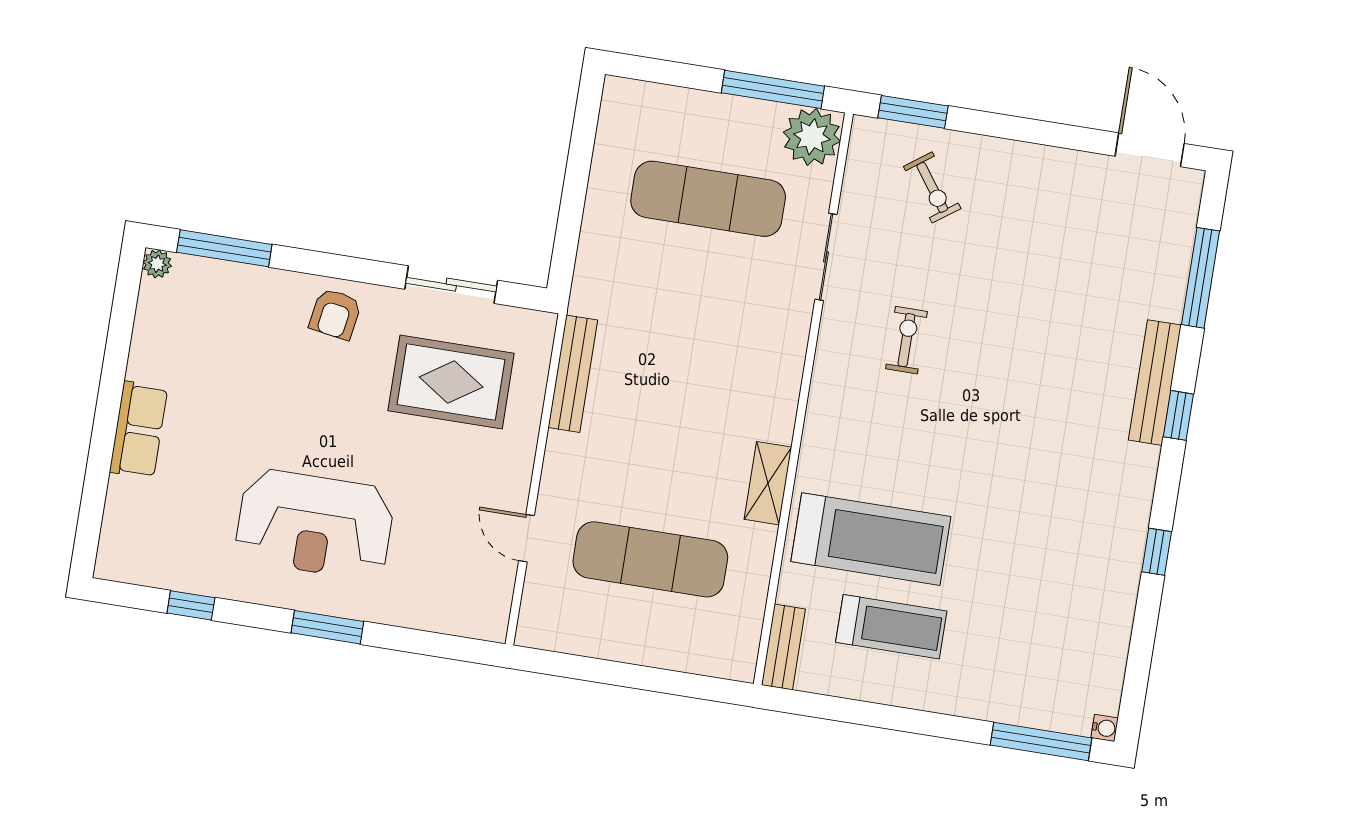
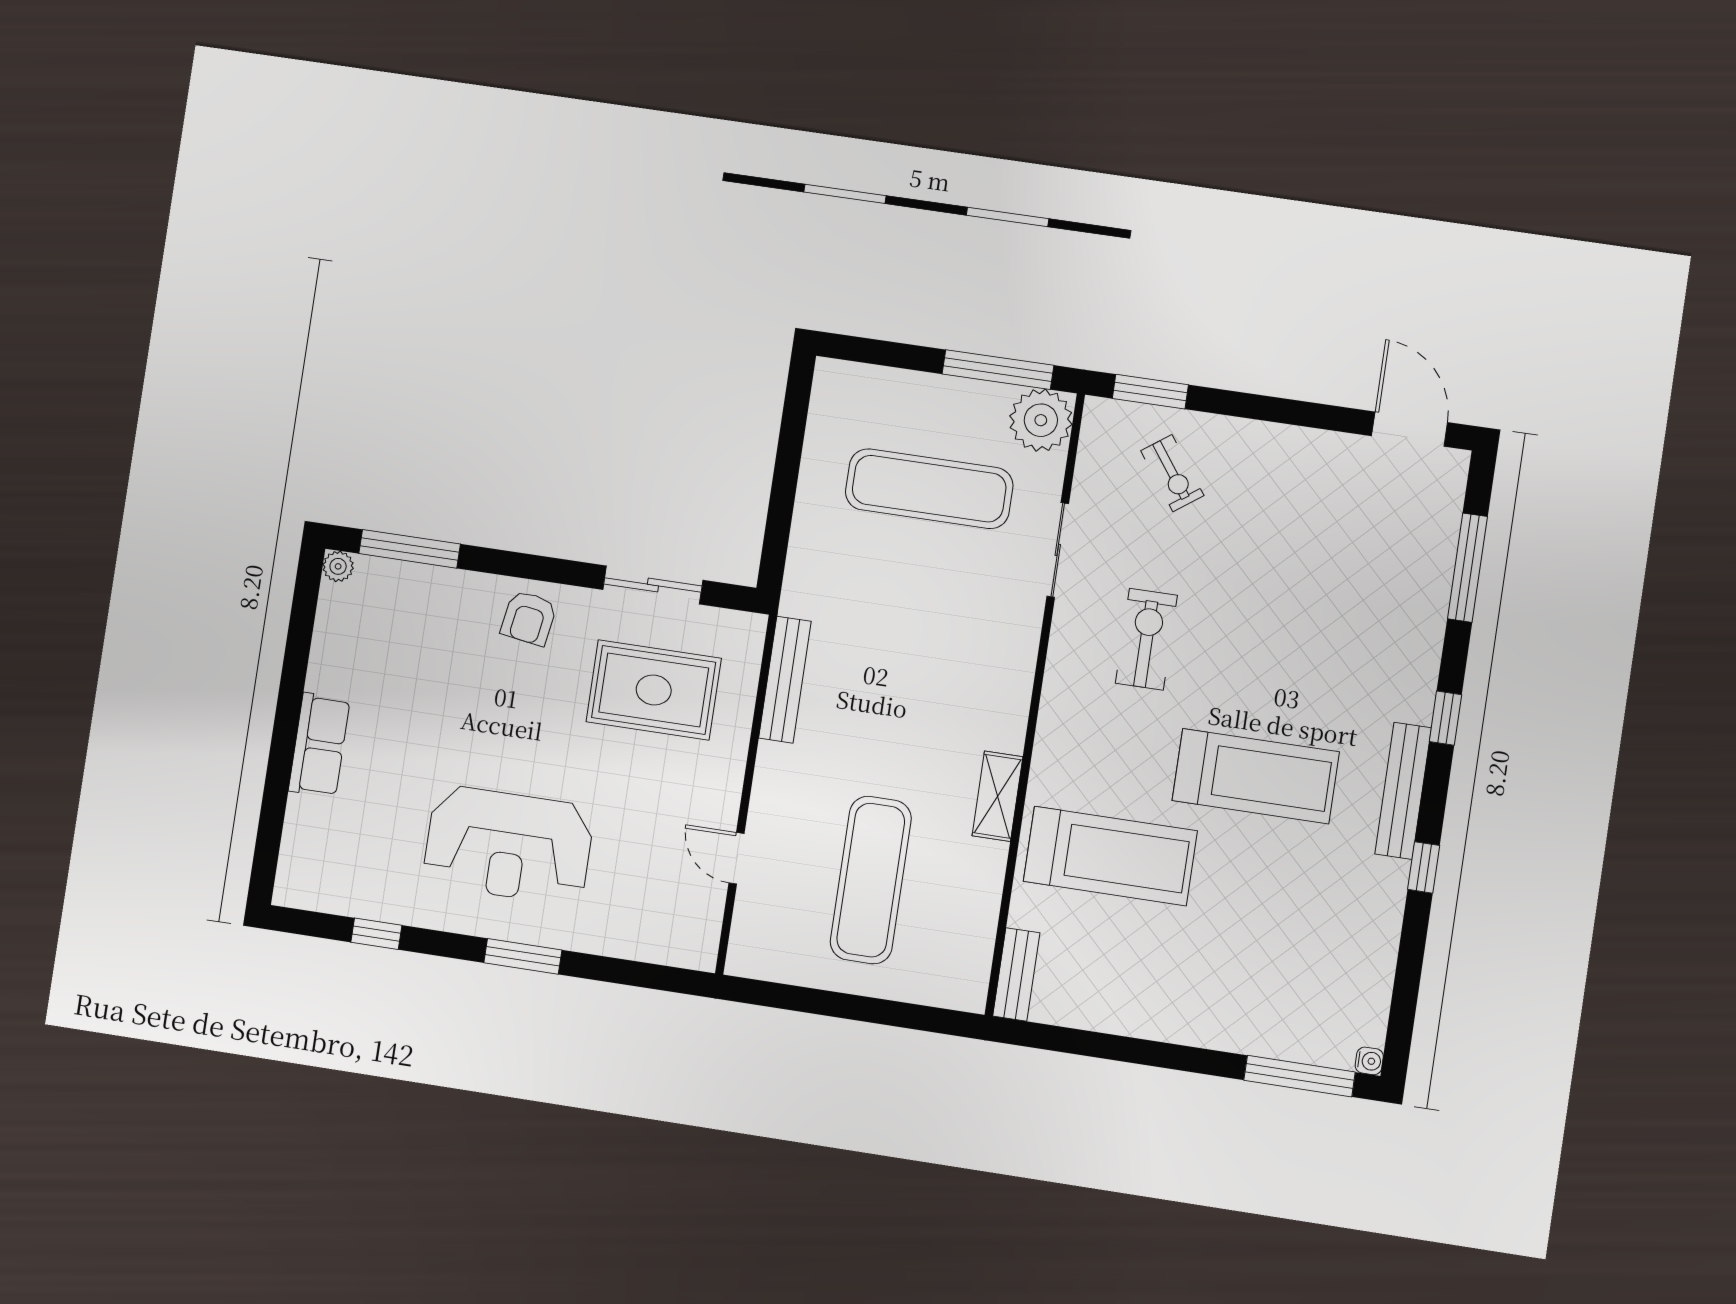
exercise bike: (906, 340) -> (1146, 639), width x1.38, depth x1.39
bench: (1155, 383) -> (1403, 791), moved
exercise mat: (650, 559) -> (871, 880), turned 90
treadmill: (891, 627) -> (1256, 776), moved, width x1.37, depth x1.38

